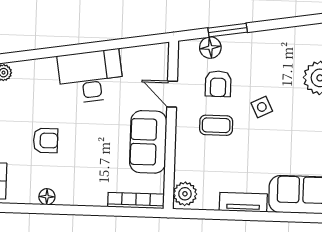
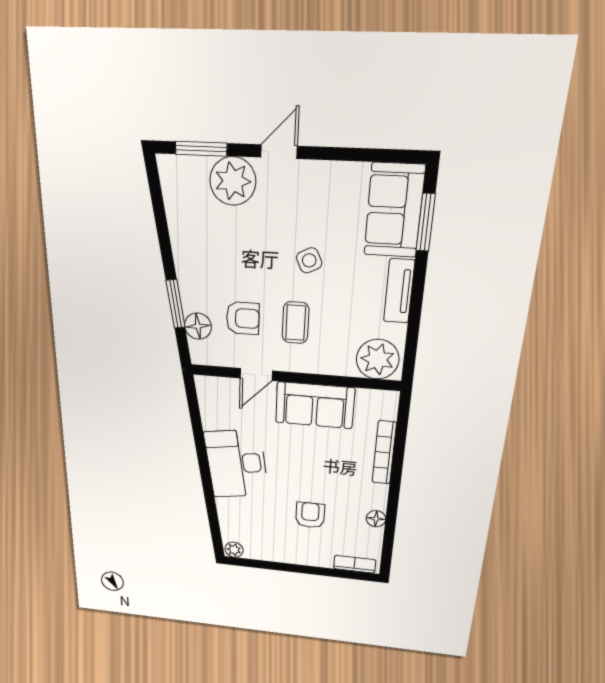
side table: (262, 107) -> (309, 260), moved
plant: (185, 194) -> (378, 359), width x1.36, depth x1.36
bookcase: (136, 201) -> (384, 453), moved
window: (293, 217) -> (426, 222), added

